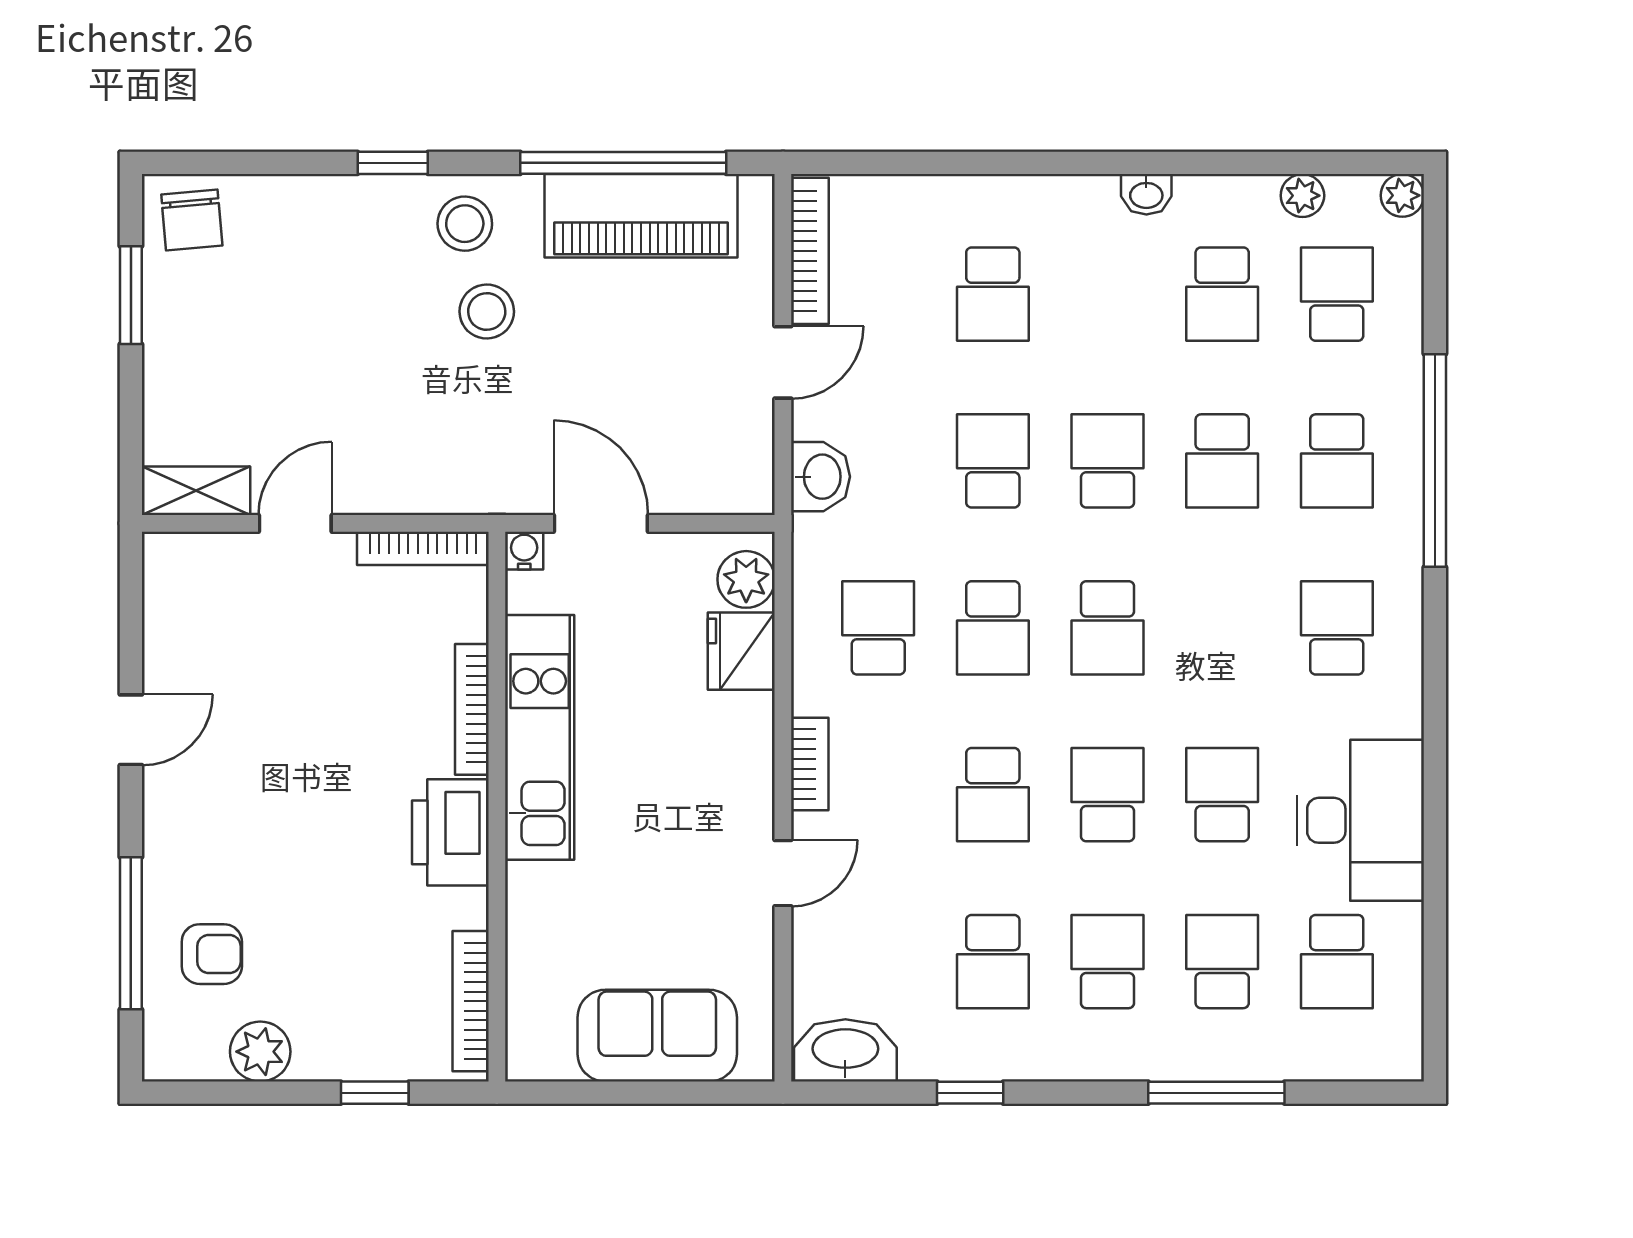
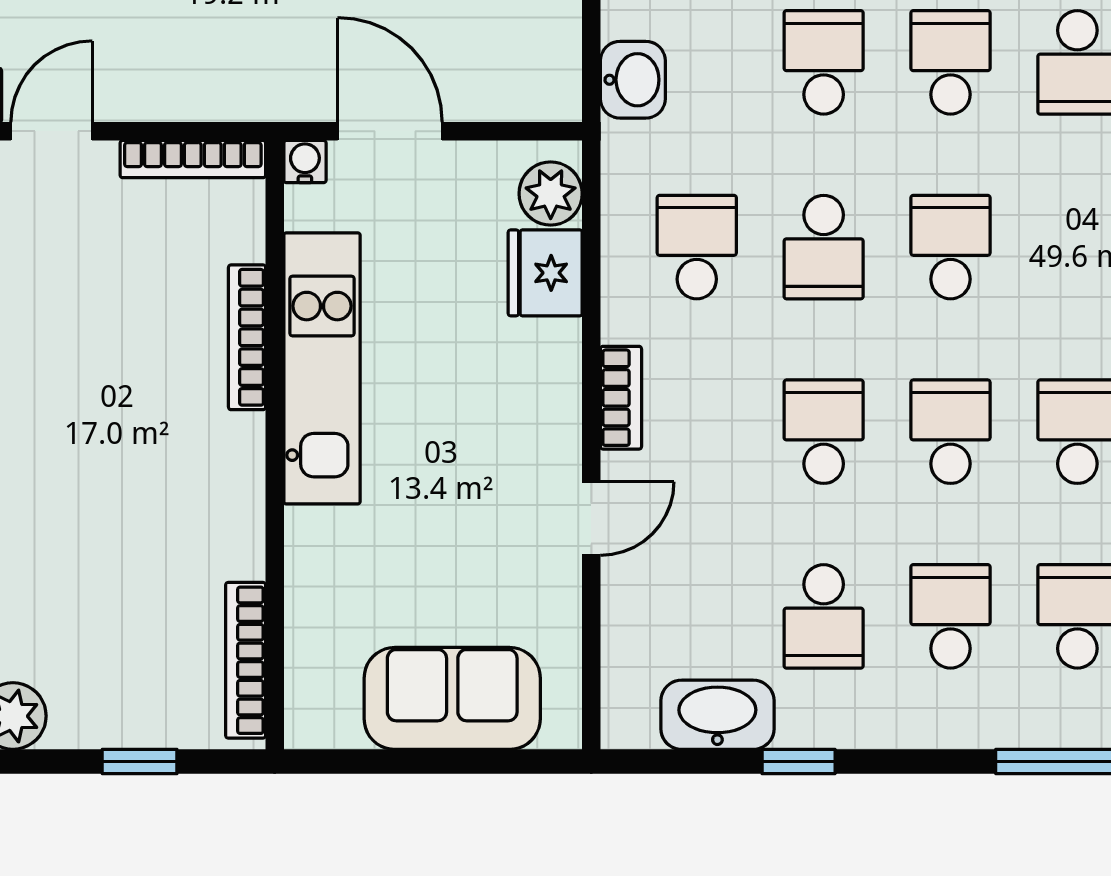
school desk: (1107, 628) -> (951, 247), turned 180
school desk: (993, 795) -> (824, 432), turned 180
printer: (450, 832) -> (223, 474), removed
washbasin: (845, 1050) -> (717, 715), moved

